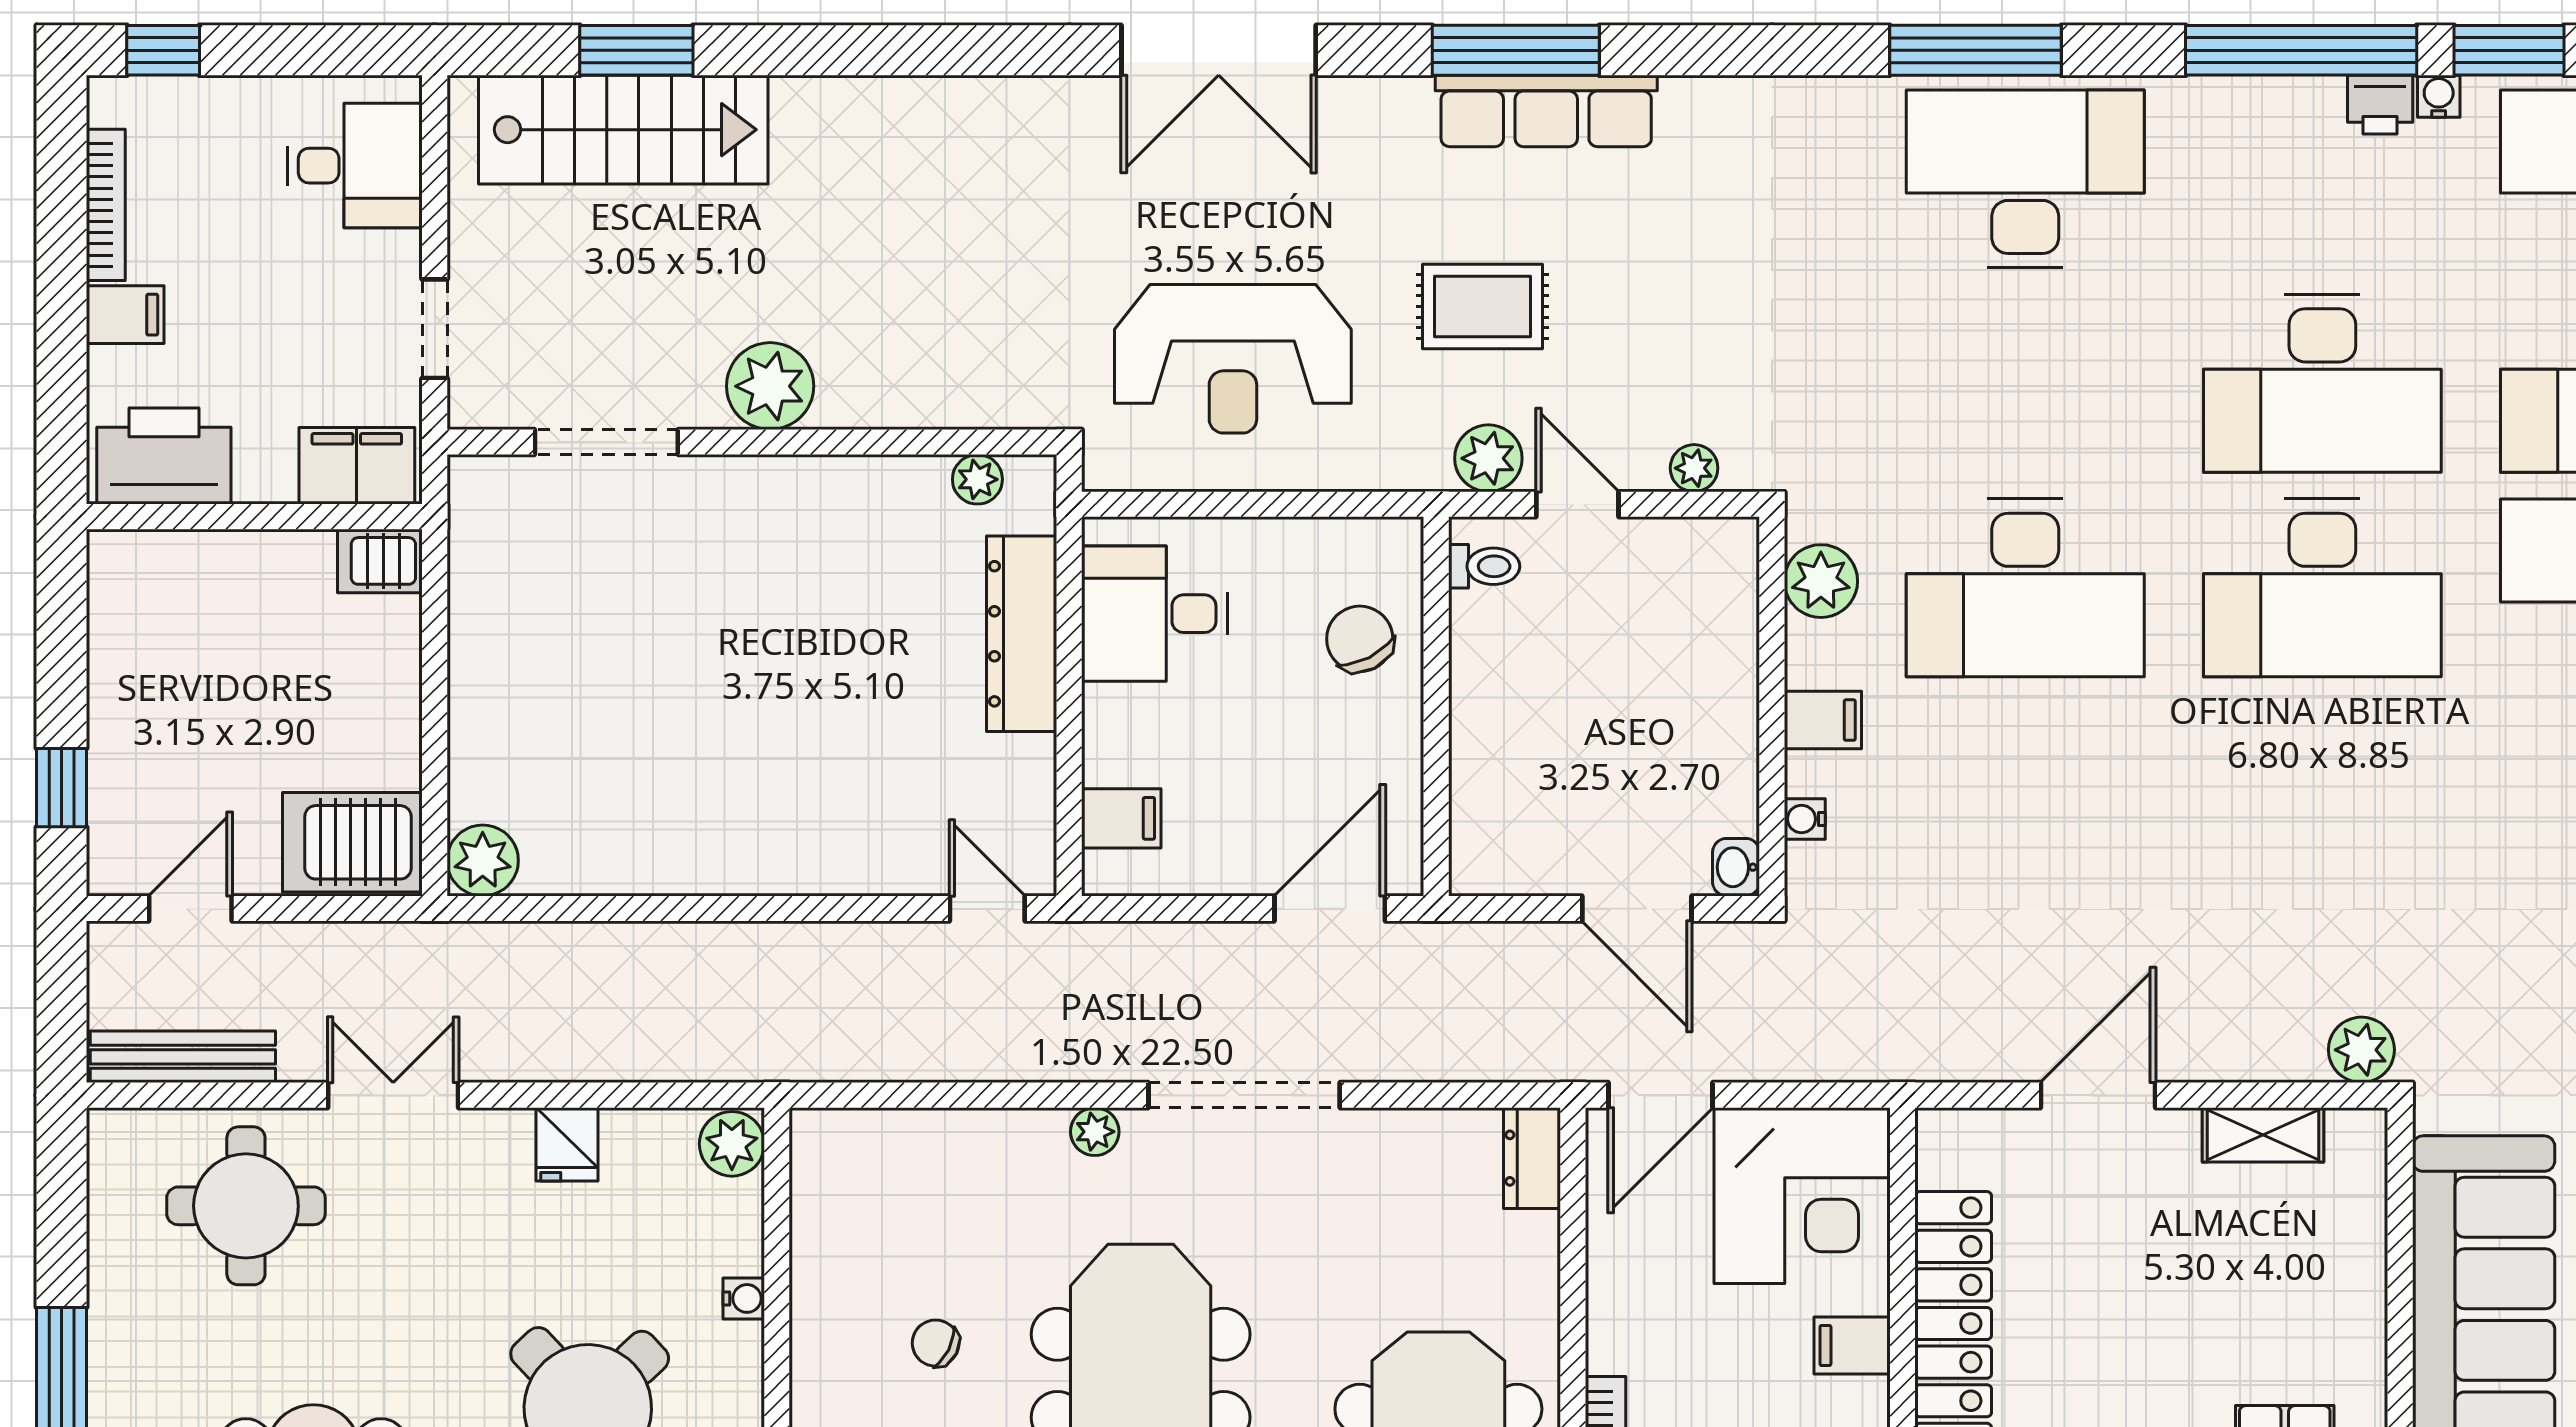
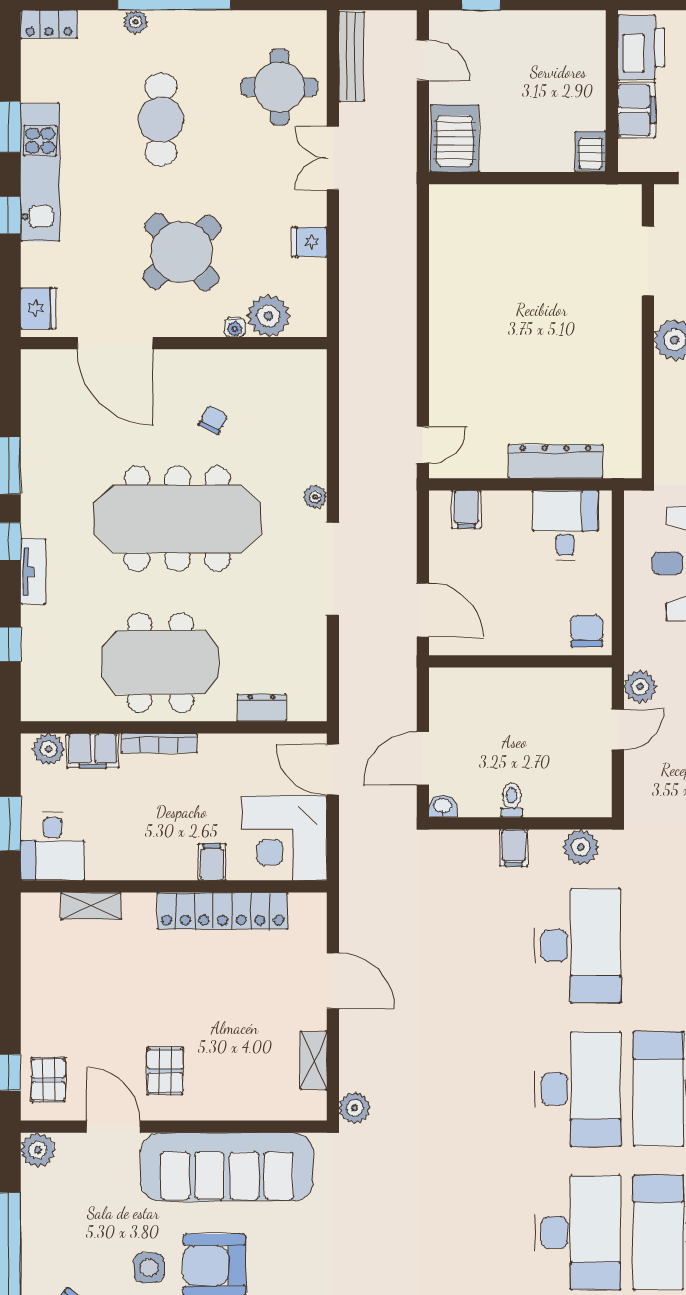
filing cabinet: (357, 466) -> (637, 110), moved
plant: (1694, 468) -> (635, 786), removed
plant: (977, 479) -> (630, 440), removed
toilet: (1484, 566) -> (512, 800), moved, turned 180
desk: (2025, 588) -> (578, 946), turned 180
desk: (2322, 588) -> (578, 1089), turned 180
chair: (1360, 639) -> (587, 631), moved, turned -63
water cooler: (1805, 819) -> (466, 839), removed
plant: (483, 861) -> (446, 201), removed
double door: (393, 1095) -> (333, 158), swing flipped
plant: (732, 1144) -> (268, 316), moved, width x1.36, depth x1.36
dresser: (1532, 1158) -> (262, 708), moved

